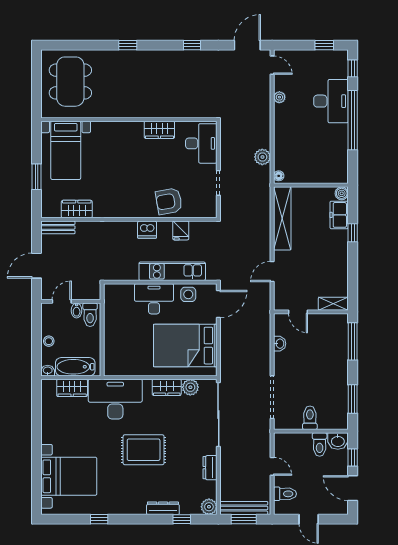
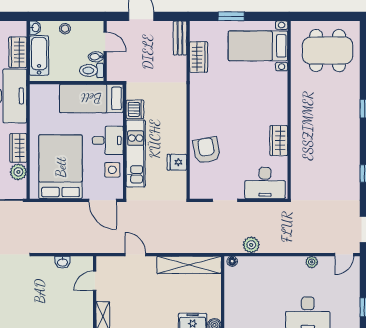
dishwasher: (147, 230) -> (135, 109), moved, turned 180
desk: (154, 299) -> (108, 140), width x0.73
bed: (118, 315) -> (91, 98), added

